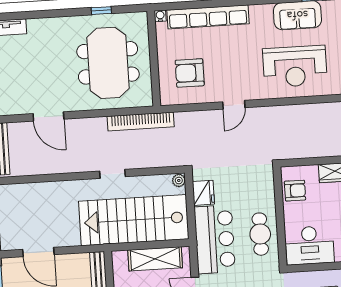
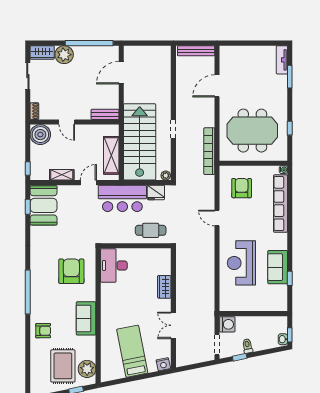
window: (29, 15) -> (290, 77), added
armchair: (295, 191) -> (153, 258), removed
cafe table: (260, 234) -> (151, 230), moved

